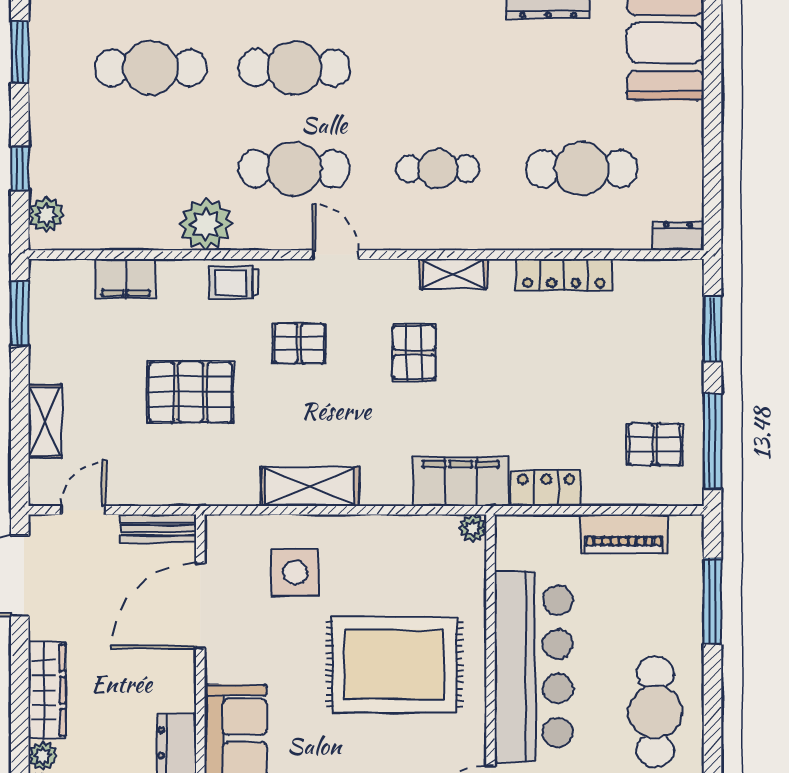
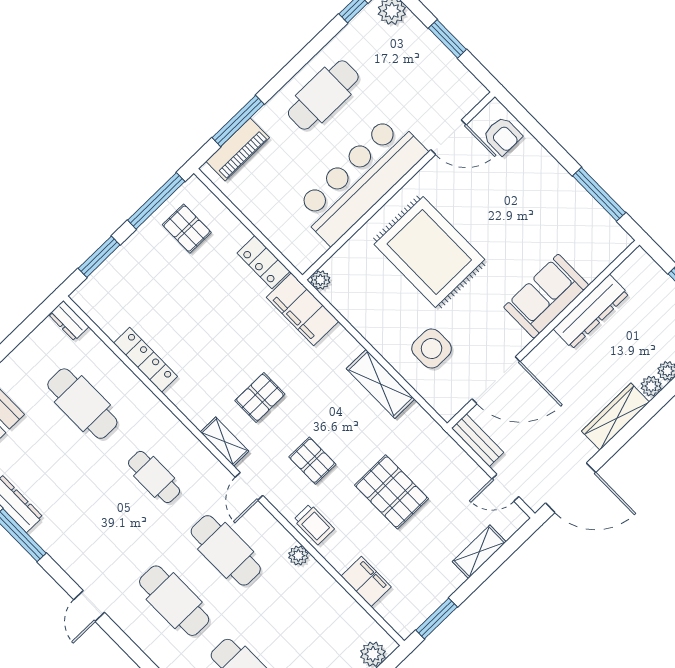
plant: (206, 224) -> (298, 556), width x0.53, depth x0.53
shelving: (453, 274) -> (225, 442), moved
piano: (624, 534) -> (238, 149), moved, turned 90

